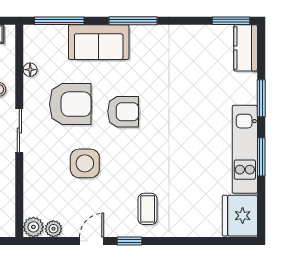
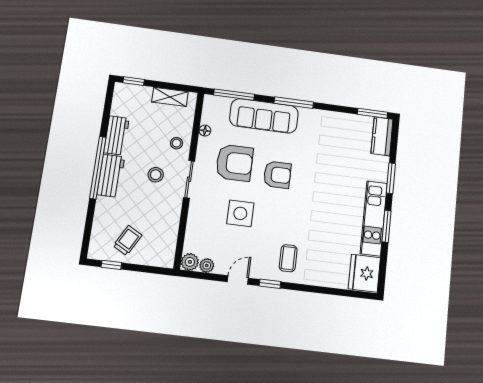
sofa: (99, 42) -> (264, 116), width x1.36

